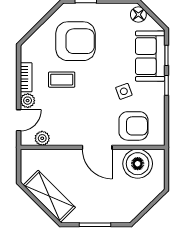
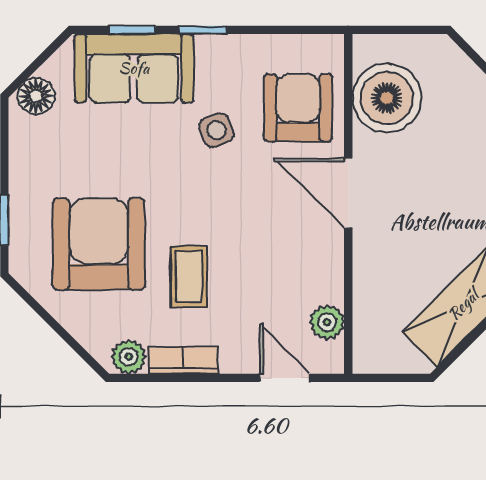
plant: (28, 101) -> (129, 357), moved
door: (97, 147) -> (348, 193), swing flipped

